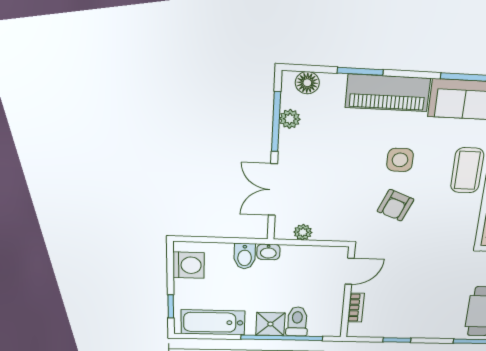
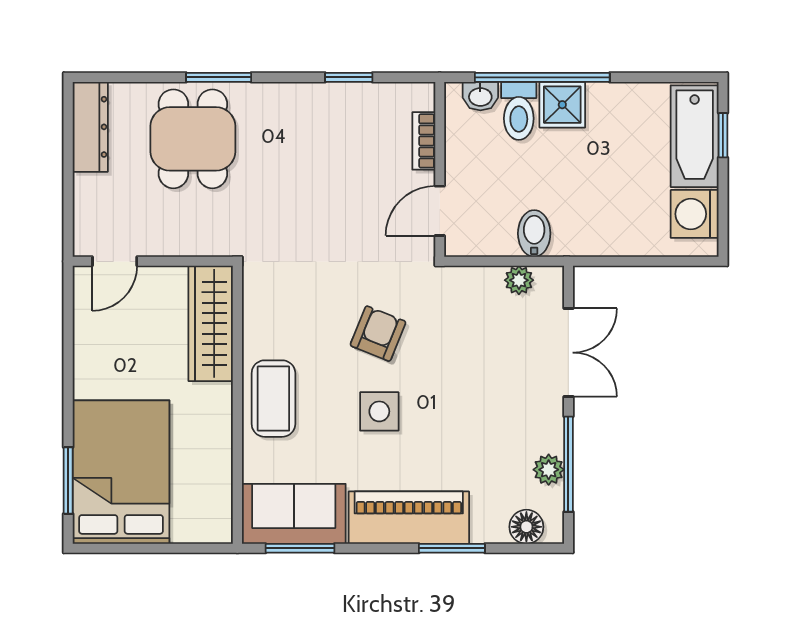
washbasin: (268, 252) -> (480, 96), moved, turned 180
bidet: (245, 256) -> (534, 233), moved
bathtub: (213, 322) -> (695, 136), moved, turned 90

